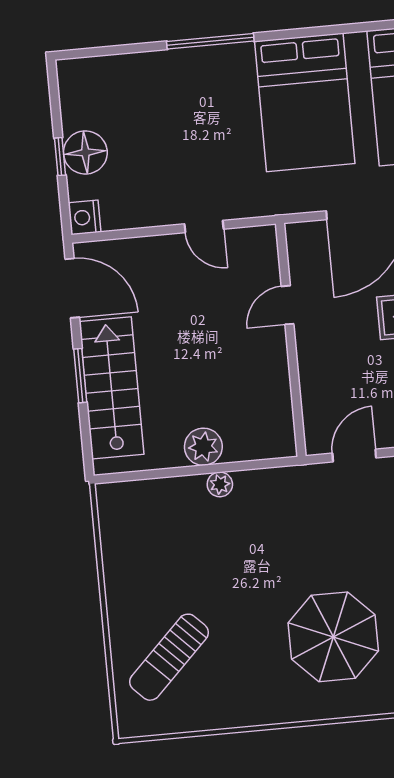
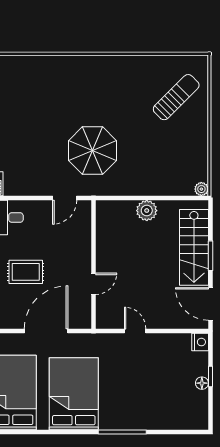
floor lamp: (85, 152) -> (202, 383), width x0.53, depth x0.53
plant: (220, 484) -> (201, 189), moved
parasol: (333, 637) -> (93, 151), moved

